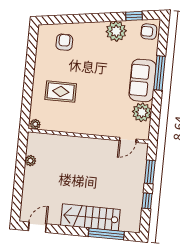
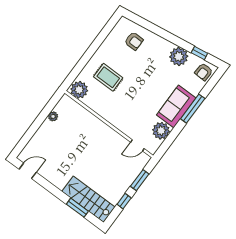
armchair: (149, 32) -> (204, 72), turned -88
armchair: (64, 42) -> (134, 41), turned 90
plant: (35, 124) -> (79, 90), width x1.88, depth x1.88
stairs: (90, 217) -> (88, 199), moved
window: (106, 234) -> (77, 208), width x0.69

